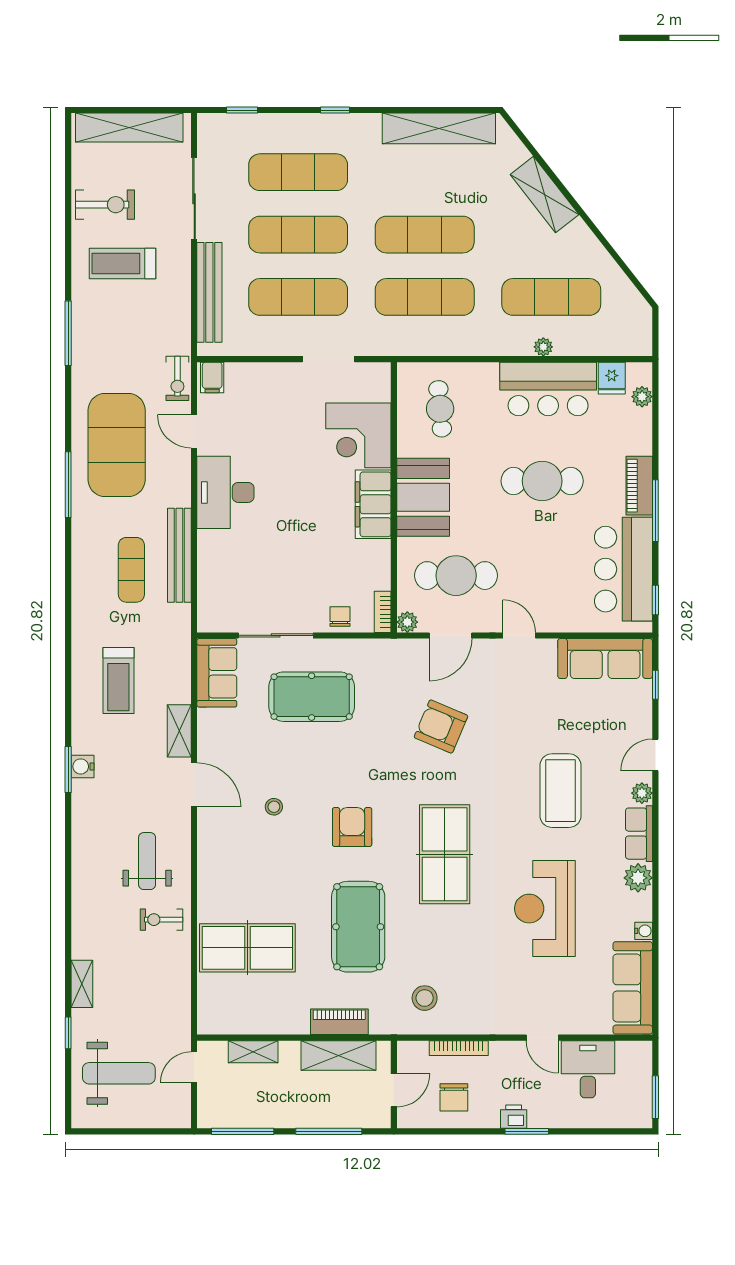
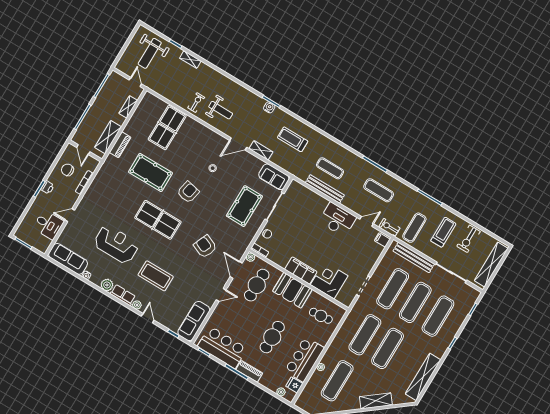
exercise mat: (148, 327) -> (414, 228), added
exercise mat: (117, 445) -> (379, 190), width x0.50, depth x0.69
armchair: (441, 727) -> (205, 246), turned -90
armchair: (352, 827) -> (188, 192), turned -79
stool: (425, 998) -> (110, 181), removed

